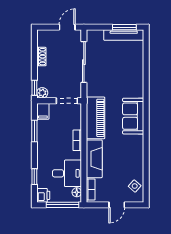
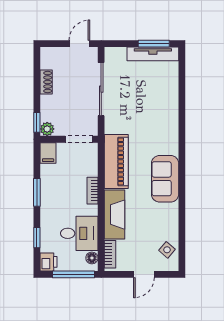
sofa: (133, 116) -> (165, 179), moved
window: (34, 131) -> (37, 192), moved

